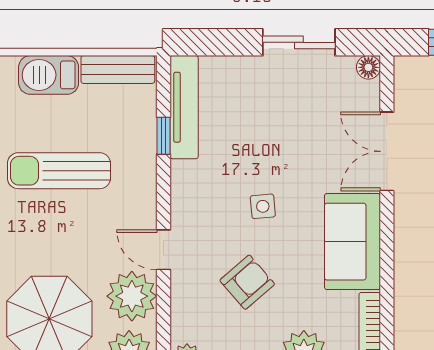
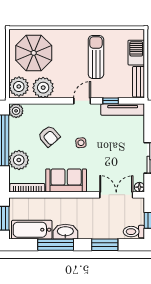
double door: (387, 151) -> (116, 195), moved
door: (163, 250) -> (82, 101), moved

